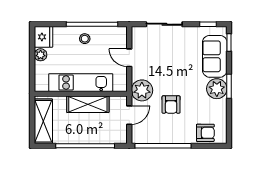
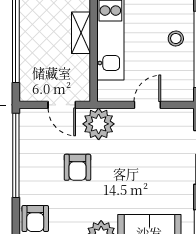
shelving: (88, 104) -> (81, 33), width x0.67, depth x0.75
armchair: (171, 105) -> (77, 167), turned -90

